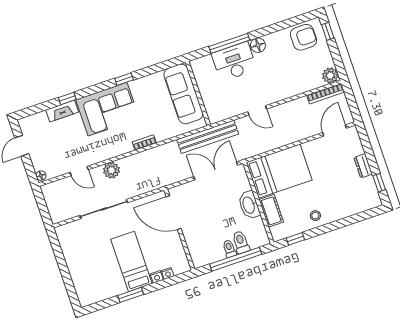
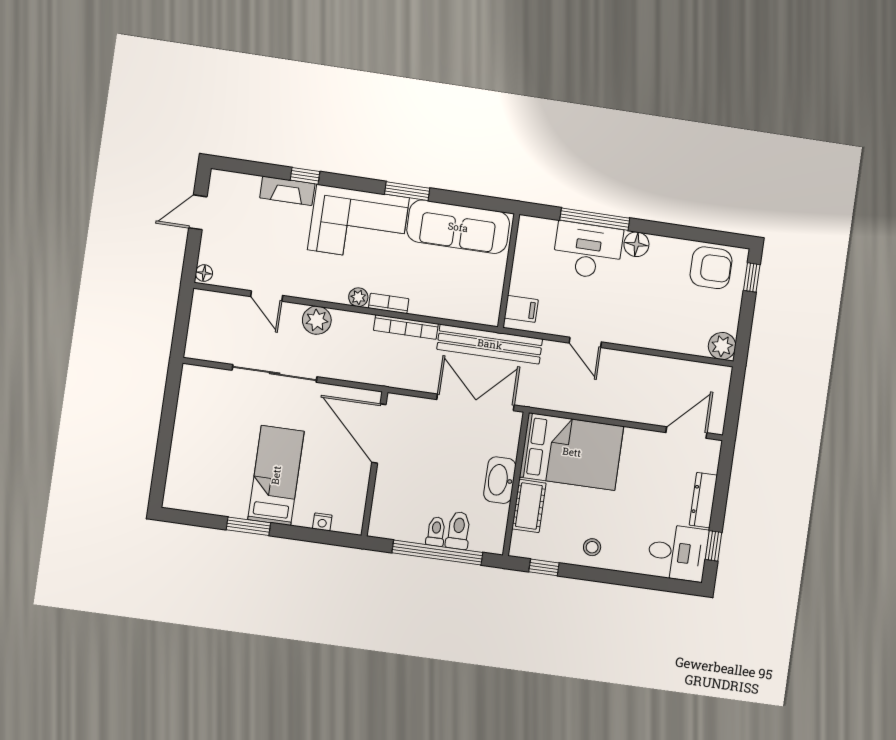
window: (124, 79) -> (407, 191), width x1.50
sofa: (183, 94) -> (458, 227), moved, turned -90
bookcase: (326, 94) -> (406, 327), moved
filing cabinet: (215, 110) -> (521, 309), added
plant: (127, 147) -> (358, 297), added
dresser: (363, 166) -> (703, 500), width x1.44
desk: (362, 196) -> (678, 552), added
nightstand: (157, 277) -> (303, 519), removed

